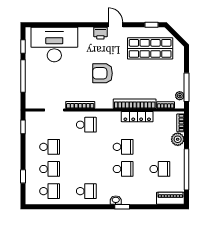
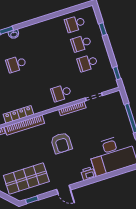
printer: (100, 33) -> (88, 174), moved
armchair: (103, 73) -> (61, 143), turned 90
school desk: (123, 147) -> (22, 84), removed
school desk: (86, 191) -> (42, 34), removed

